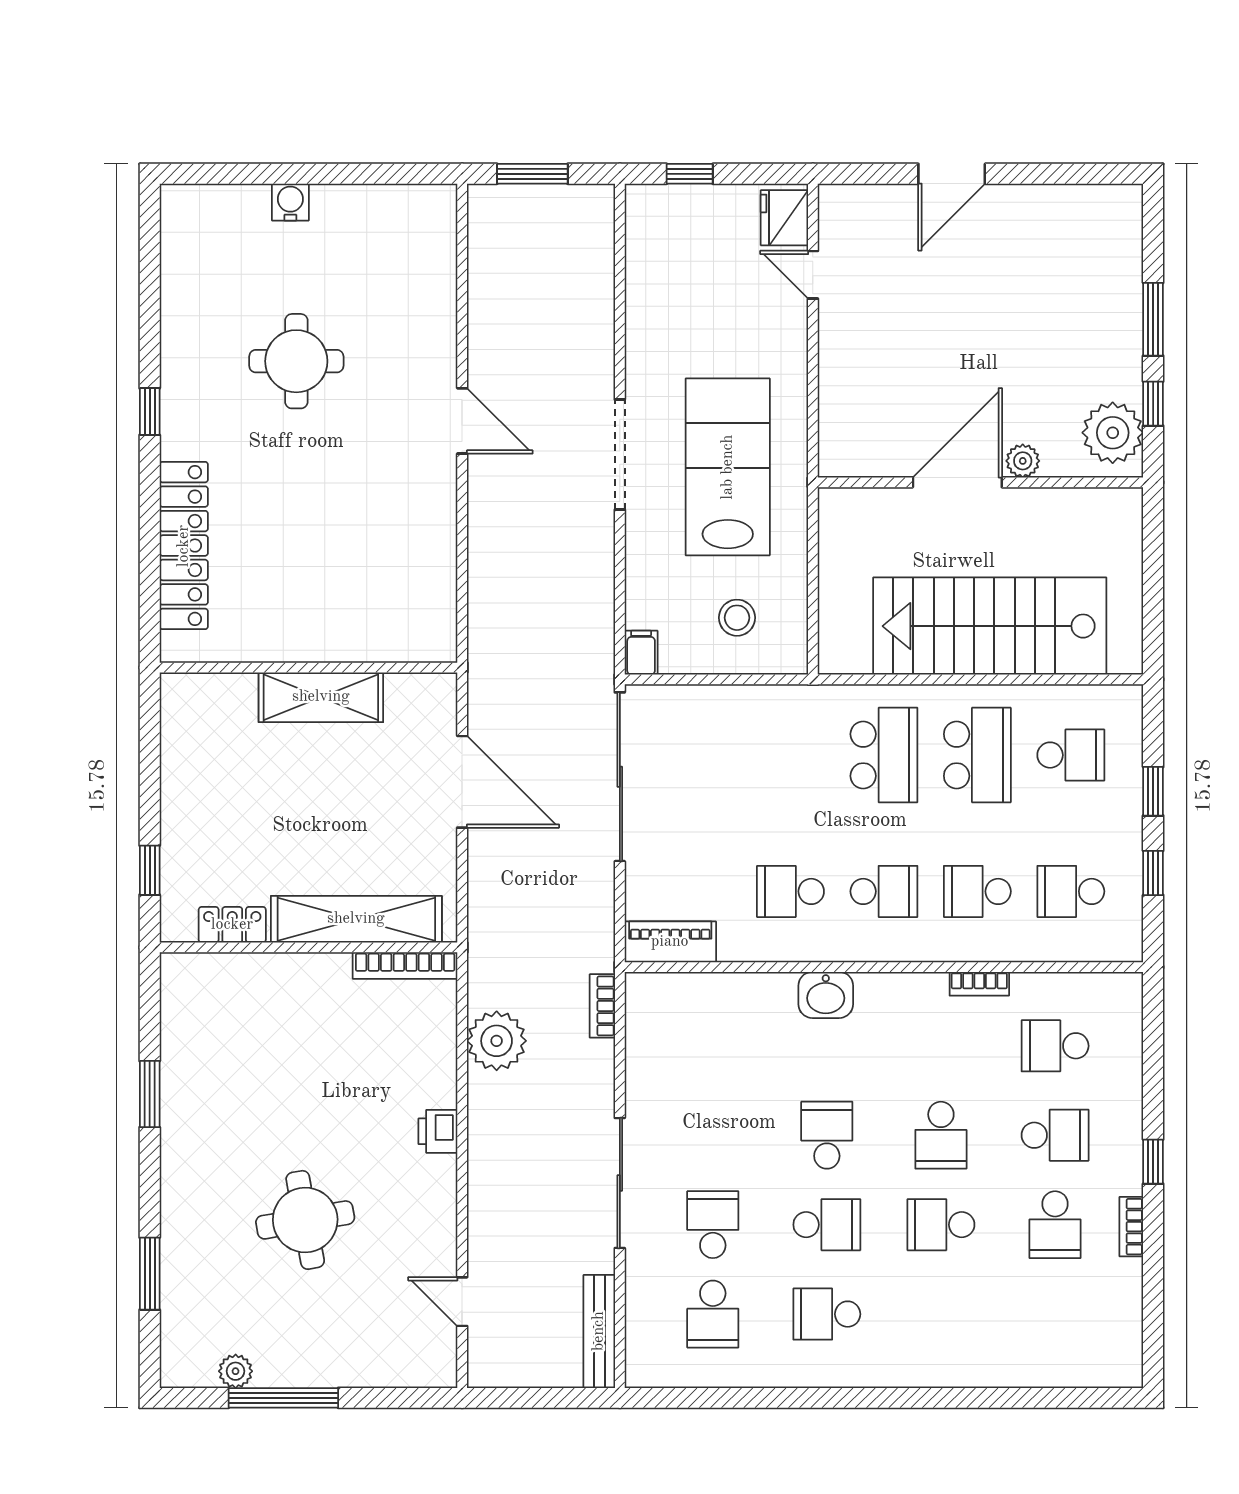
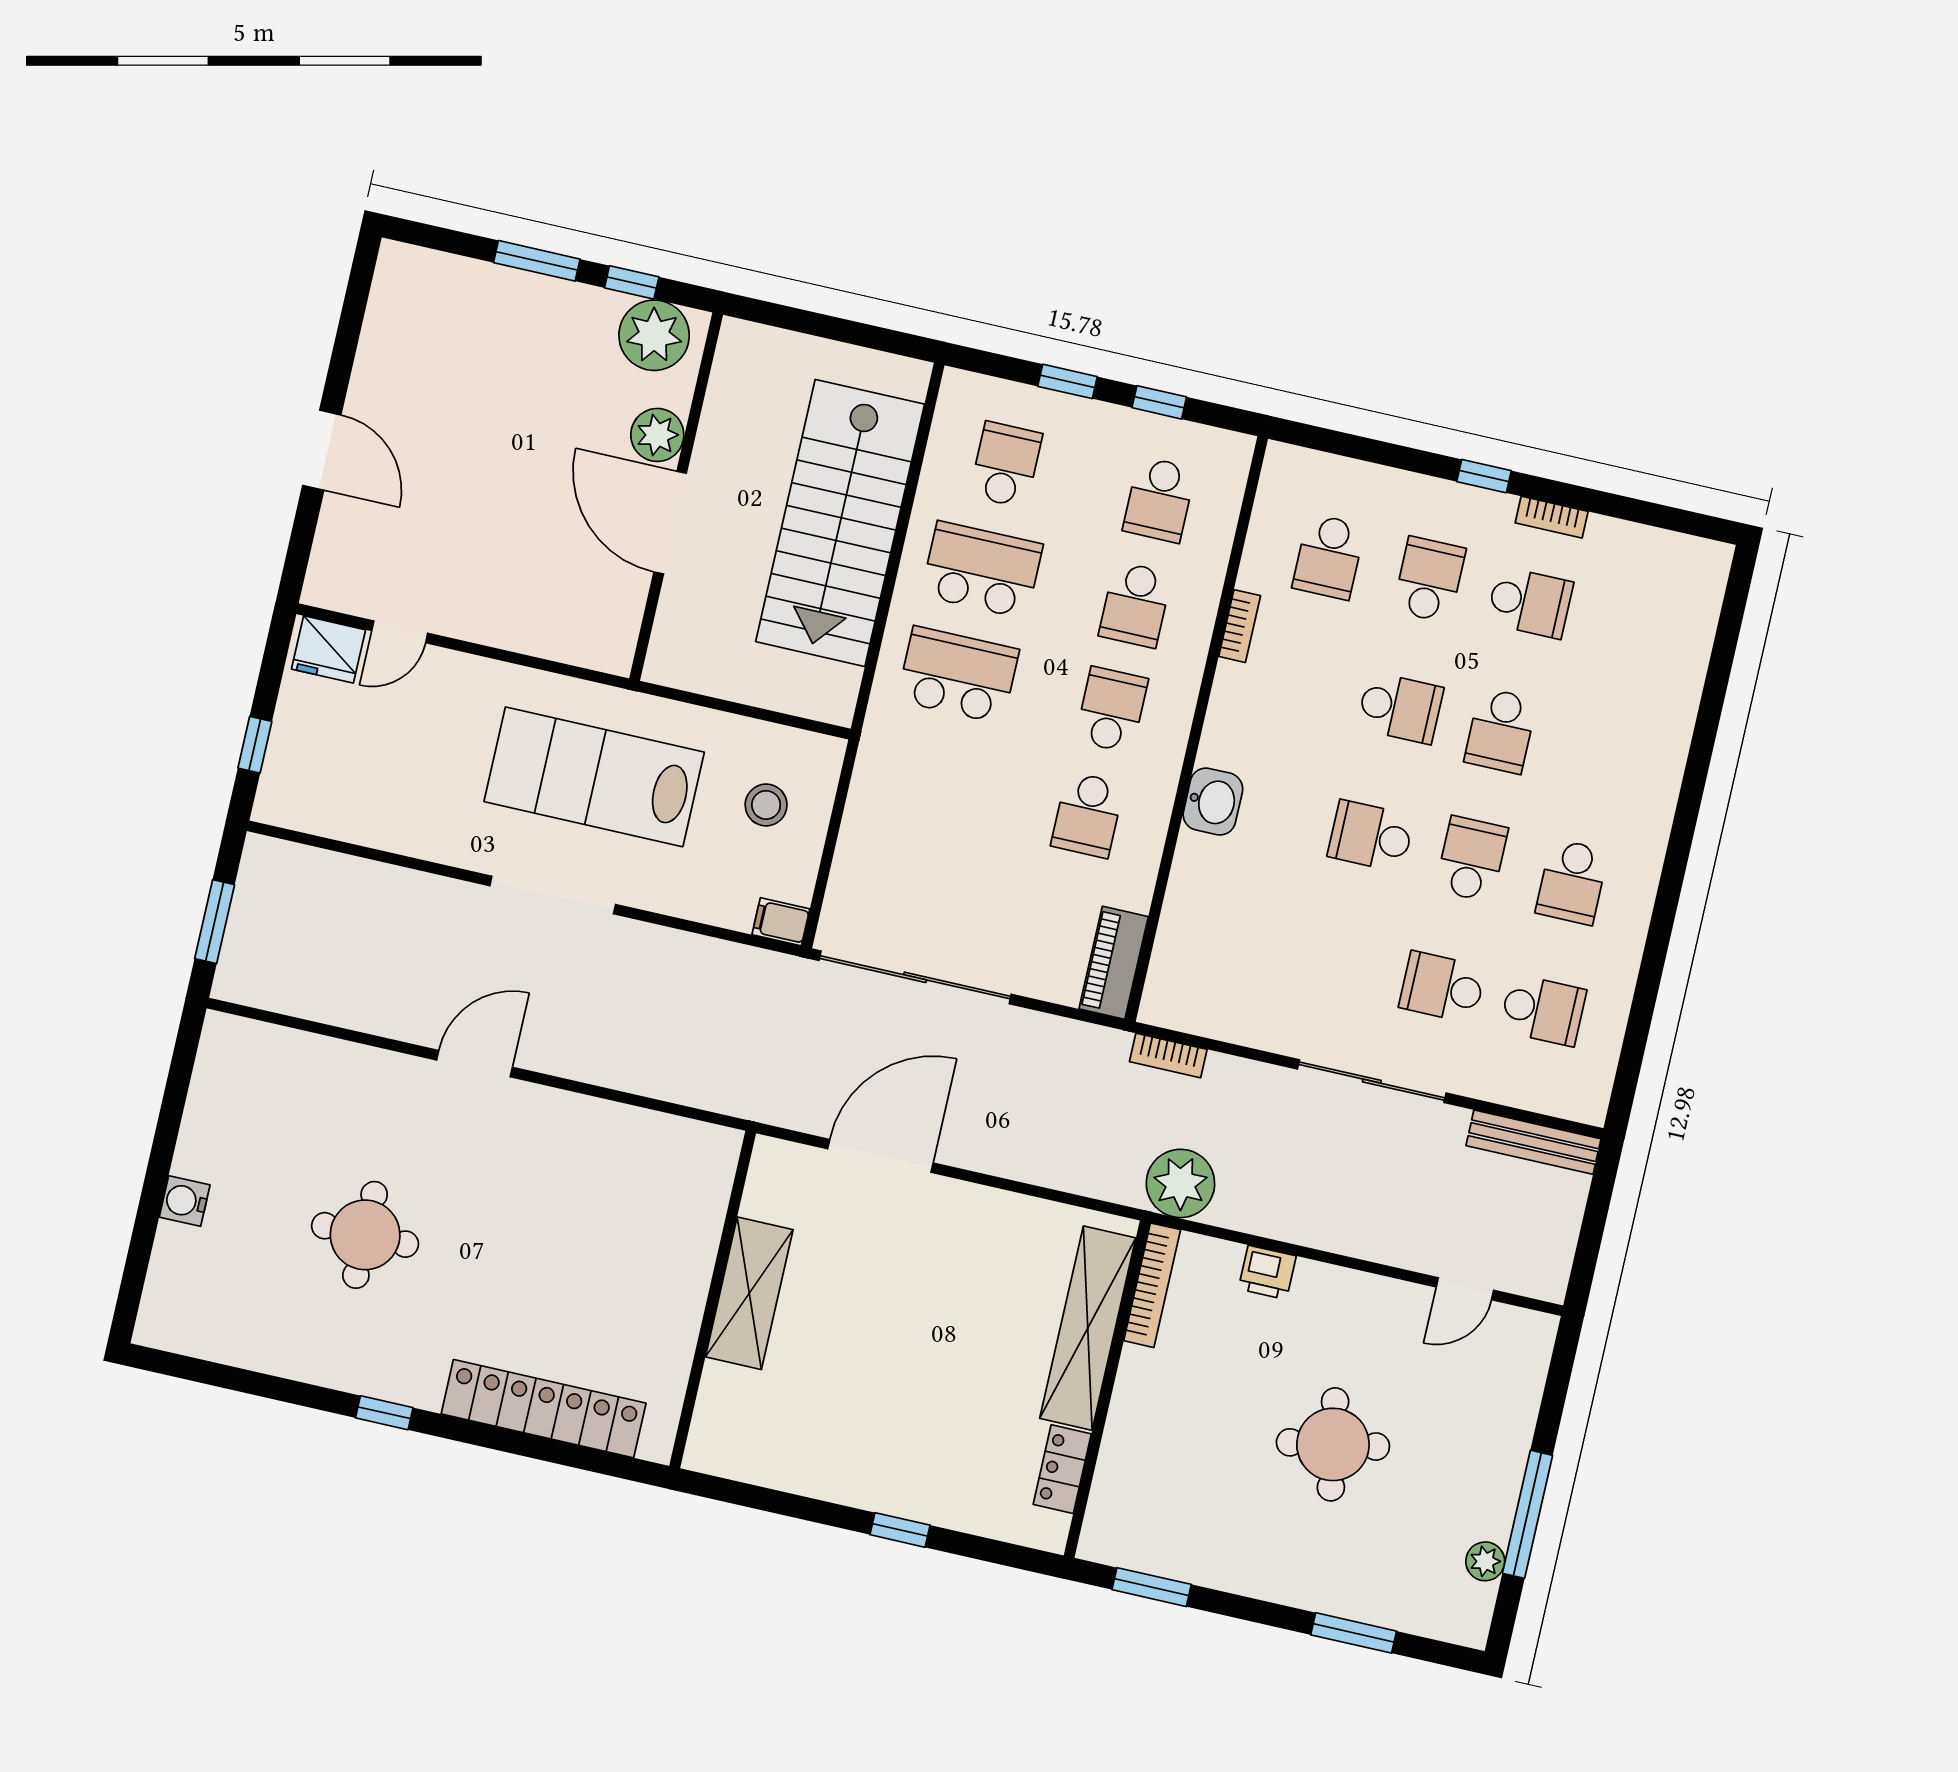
plant: (1023, 461) -> (657, 435), width x1.38, depth x1.38
shelving: (356, 919) -> (1088, 1328), moved
locker: (232, 925) -> (1062, 1469), moved
wall: (308, 947) -> (1107, 1389), moved
bookcase: (405, 966) -> (1152, 1285), moved

